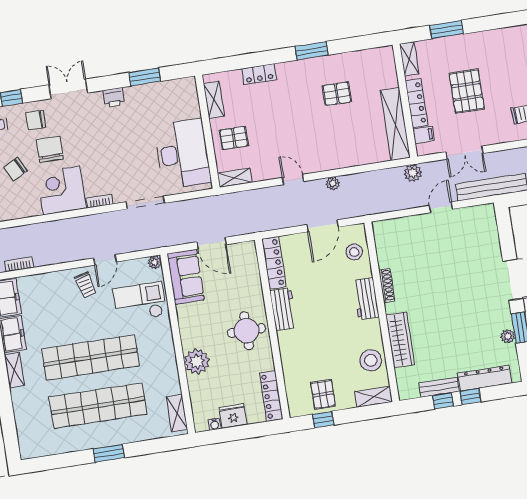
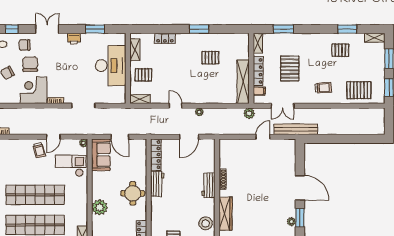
desk: (183, 154) -> (111, 66), moved
stool: (354, 252) -> (206, 156), removed

